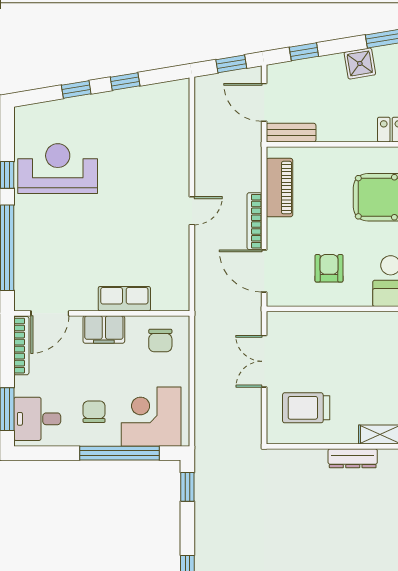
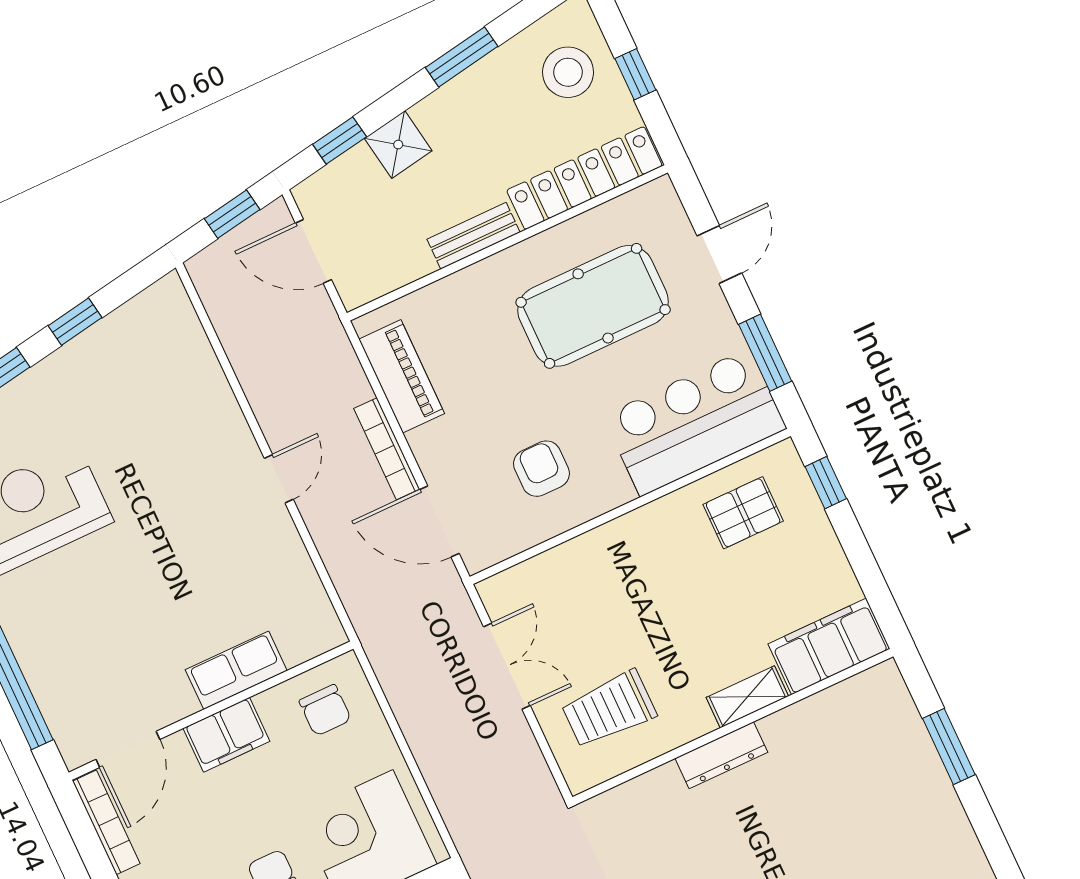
shower: (360, 63) -> (398, 145), moved
bench: (291, 133) -> (473, 236), moved
double door: (264, 361) -> (507, 666), swing flipped

